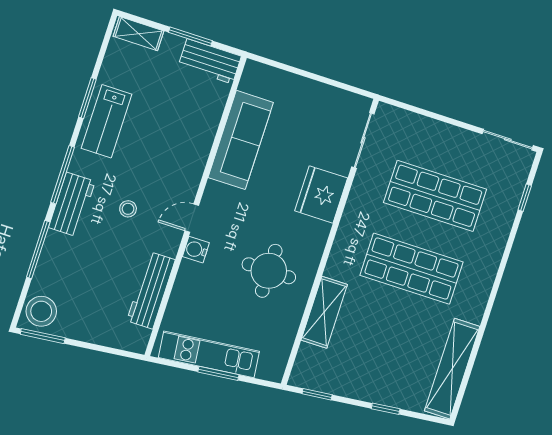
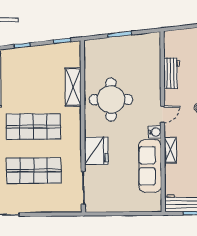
shelving: (199, 155) -> (170, 150), added
water cooler: (196, 250) -> (155, 132), moved
round table: (269, 271) -> (111, 100), width x1.36, depth x1.36
workbench: (151, 290) -> (172, 73), width x0.73
kitchen unit: (209, 354) -> (128, 43), removed

